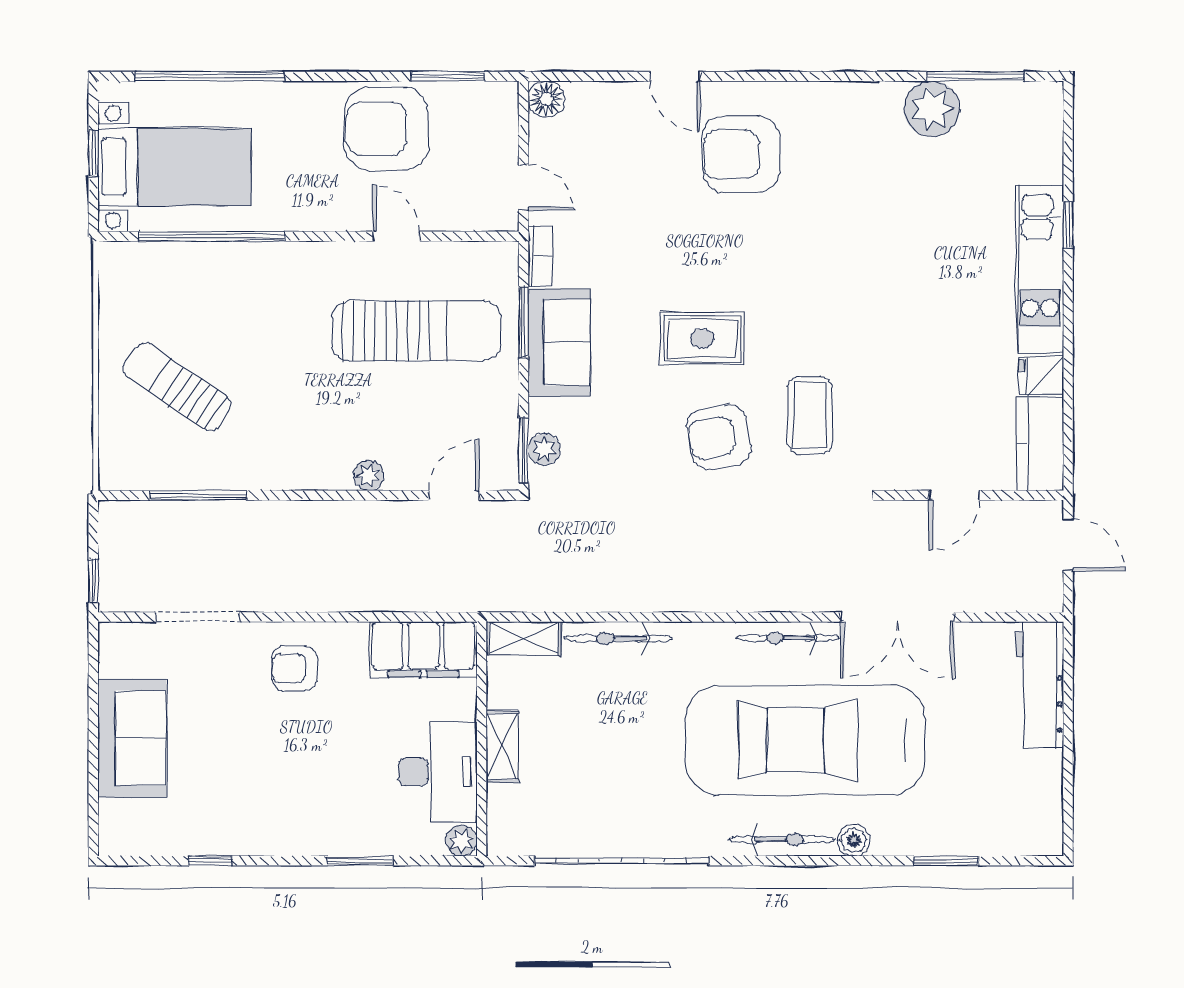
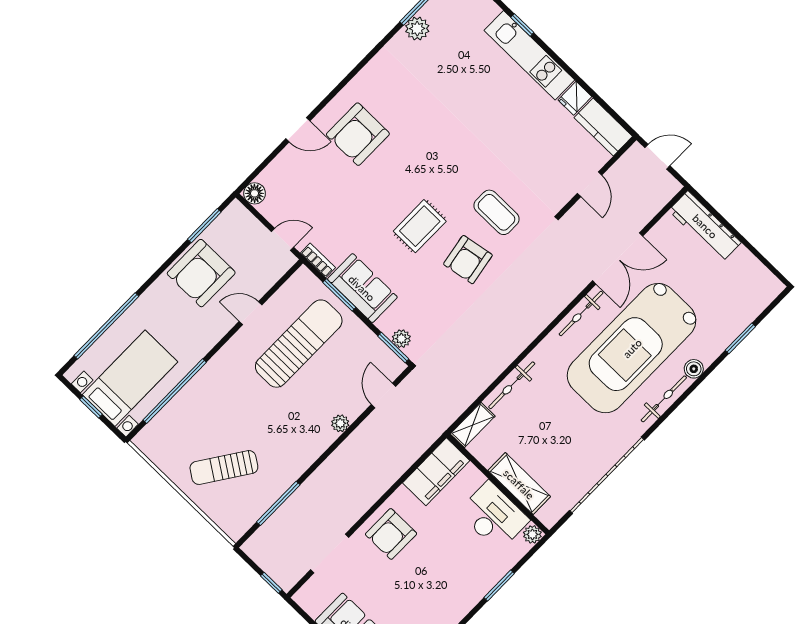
plant: (932, 109) -> (417, 29), width x0.73, depth x0.73
armchair: (295, 668) -> (391, 534), width x1.38, depth x1.38
shelving: (502, 746) -> (519, 484), width x1.50, depth x1.33

